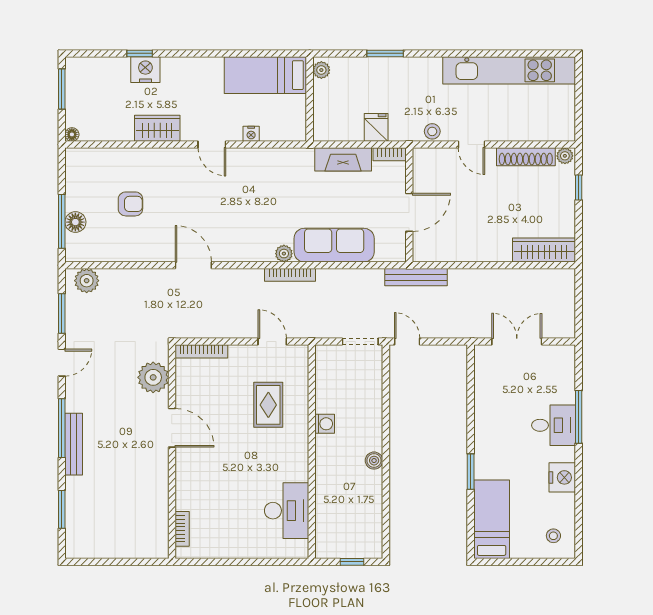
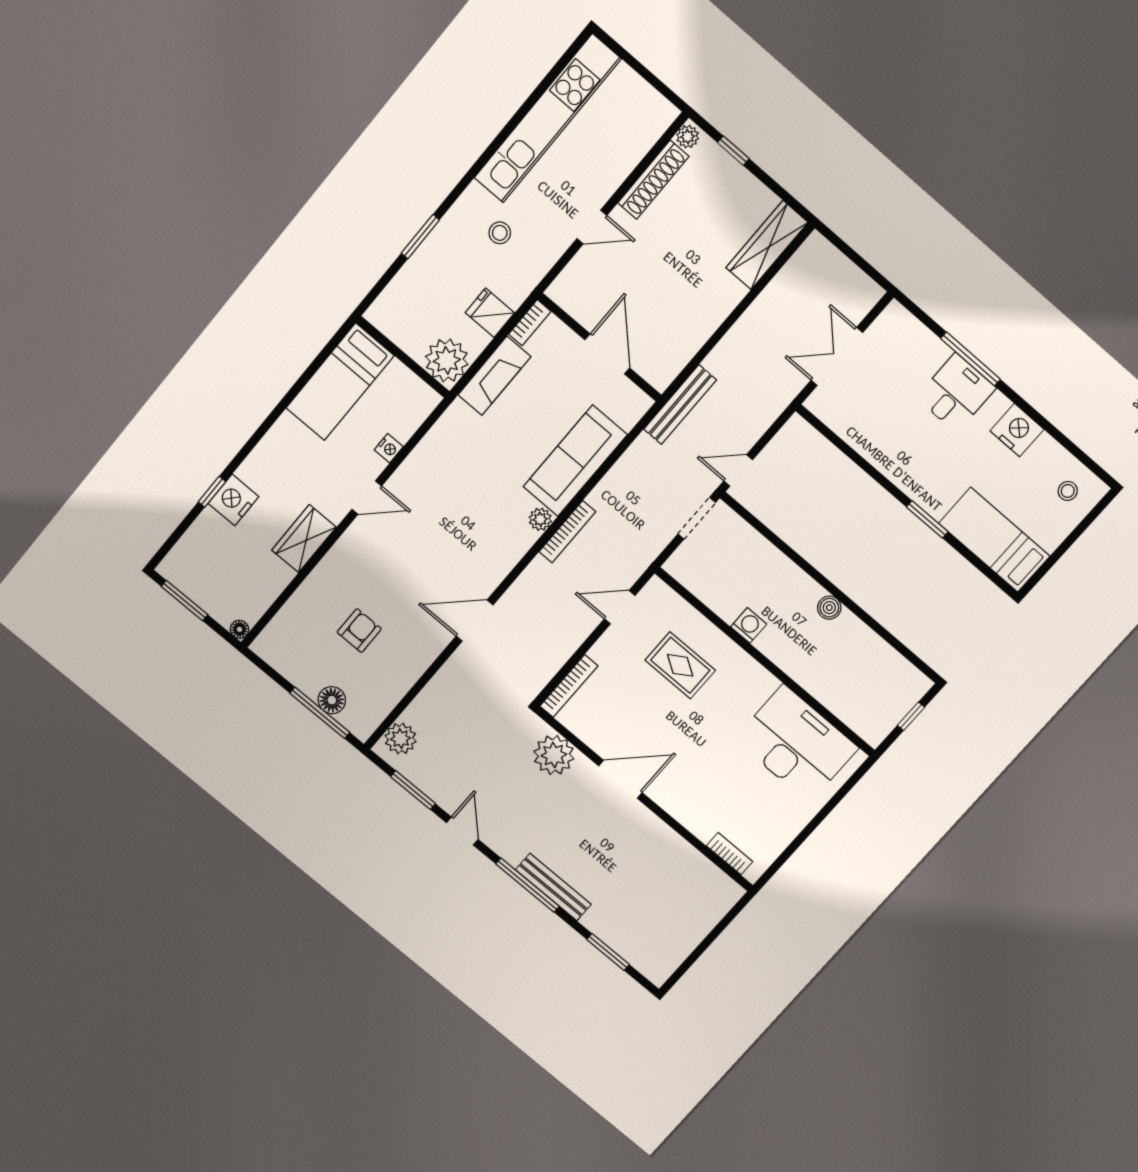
plant: (321, 70) -> (447, 360), moved, width x1.87, depth x1.87
stool: (432, 131) -> (500, 233), moved
desk: (287, 511) -> (796, 744), width x1.36, depth x1.30

